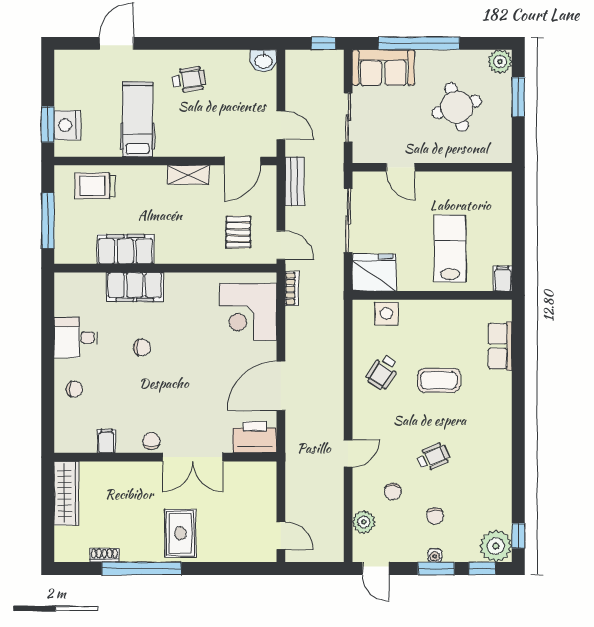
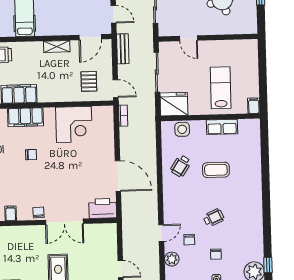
corner desk: (248, 312) -> (74, 124), moved, turned -90
row of seats: (500, 346) -> (222, 127), moved, turned -90
door: (281, 386) -> (118, 176), swing flipped
door: (348, 453) -> (161, 233), moved

